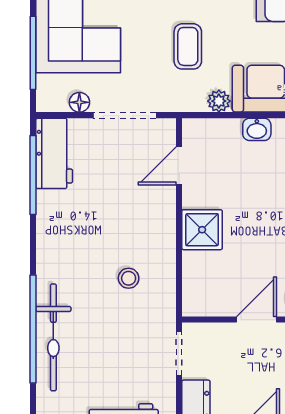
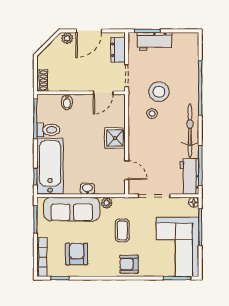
floor lamp: (79, 102) -> (194, 202), moved
door: (179, 166) -> (127, 170), hinge flipped
door: (256, 320) -> (103, 93), moved
stool: (115, 322) -> (159, 92), added
bicycle: (53, 337) -> (190, 130), moved

